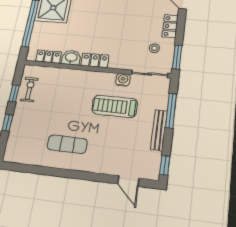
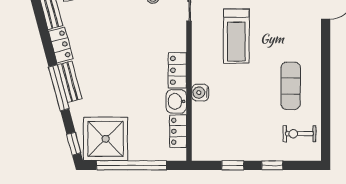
water cooler: (123, 80) -> (200, 93), moved
exercise bike: (29, 89) -> (299, 134), moved

